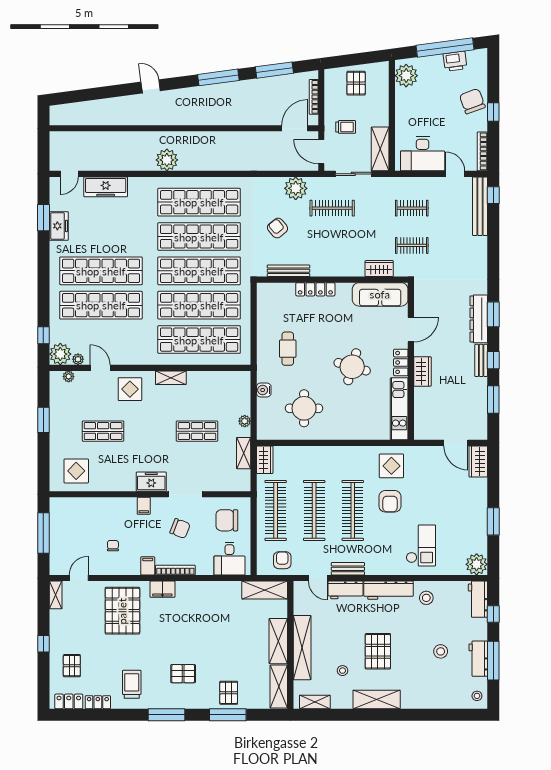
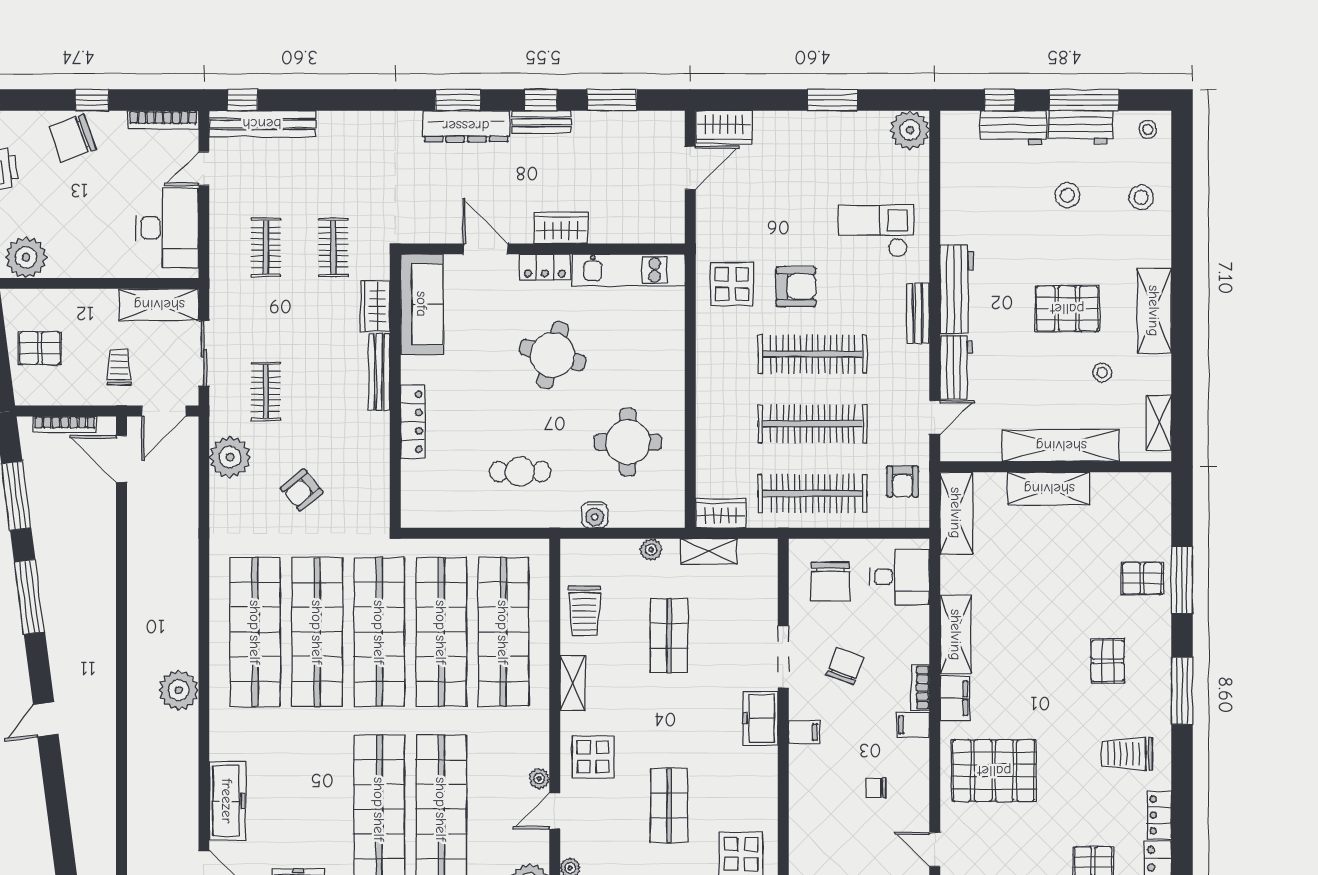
clothes rail: (332, 208) -> (266, 391), width x0.73
bench: (288, 271) -> (379, 372), moved
plant: (78, 359) -> (539, 779), moved
trolley: (211, 384) -> (584, 611), added
armchair: (282, 560) -> (902, 482), turned -90
bench: (348, 569) -> (918, 313), moved
bookcase: (175, 570) -> (920, 688), width x0.64
stool: (426, 598) -> (1141, 197), moved
workbench: (478, 599) -> (1013, 128), moved
shelving: (279, 687) -> (956, 635), moved, turned 90

